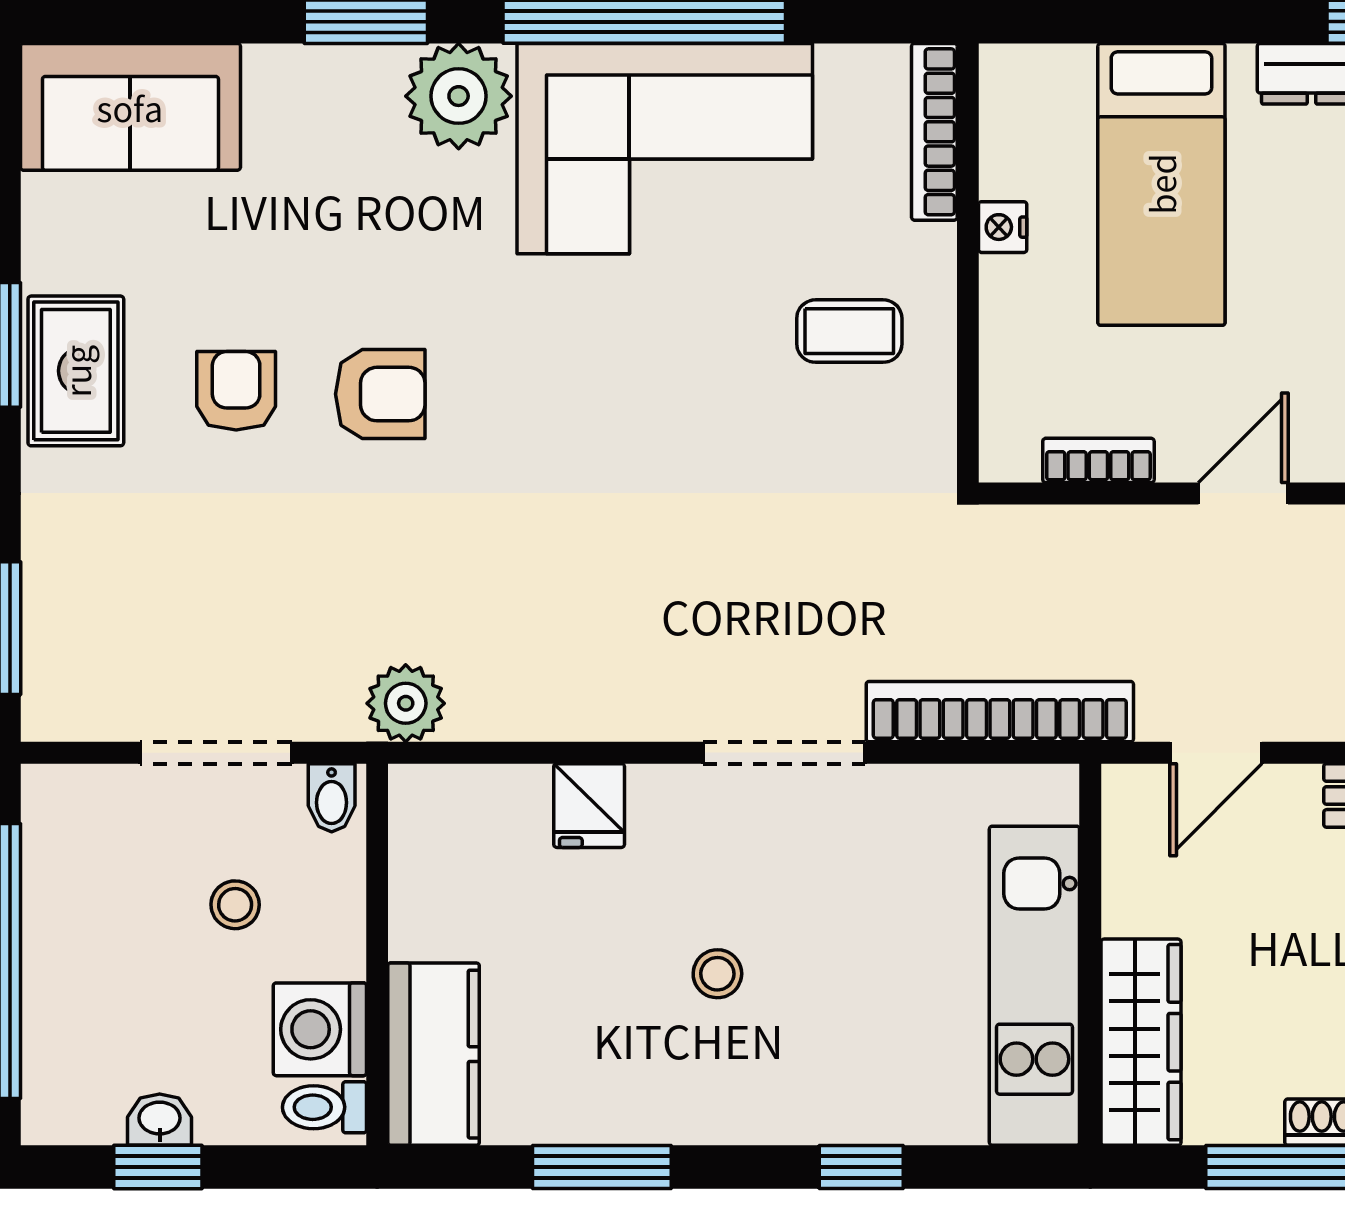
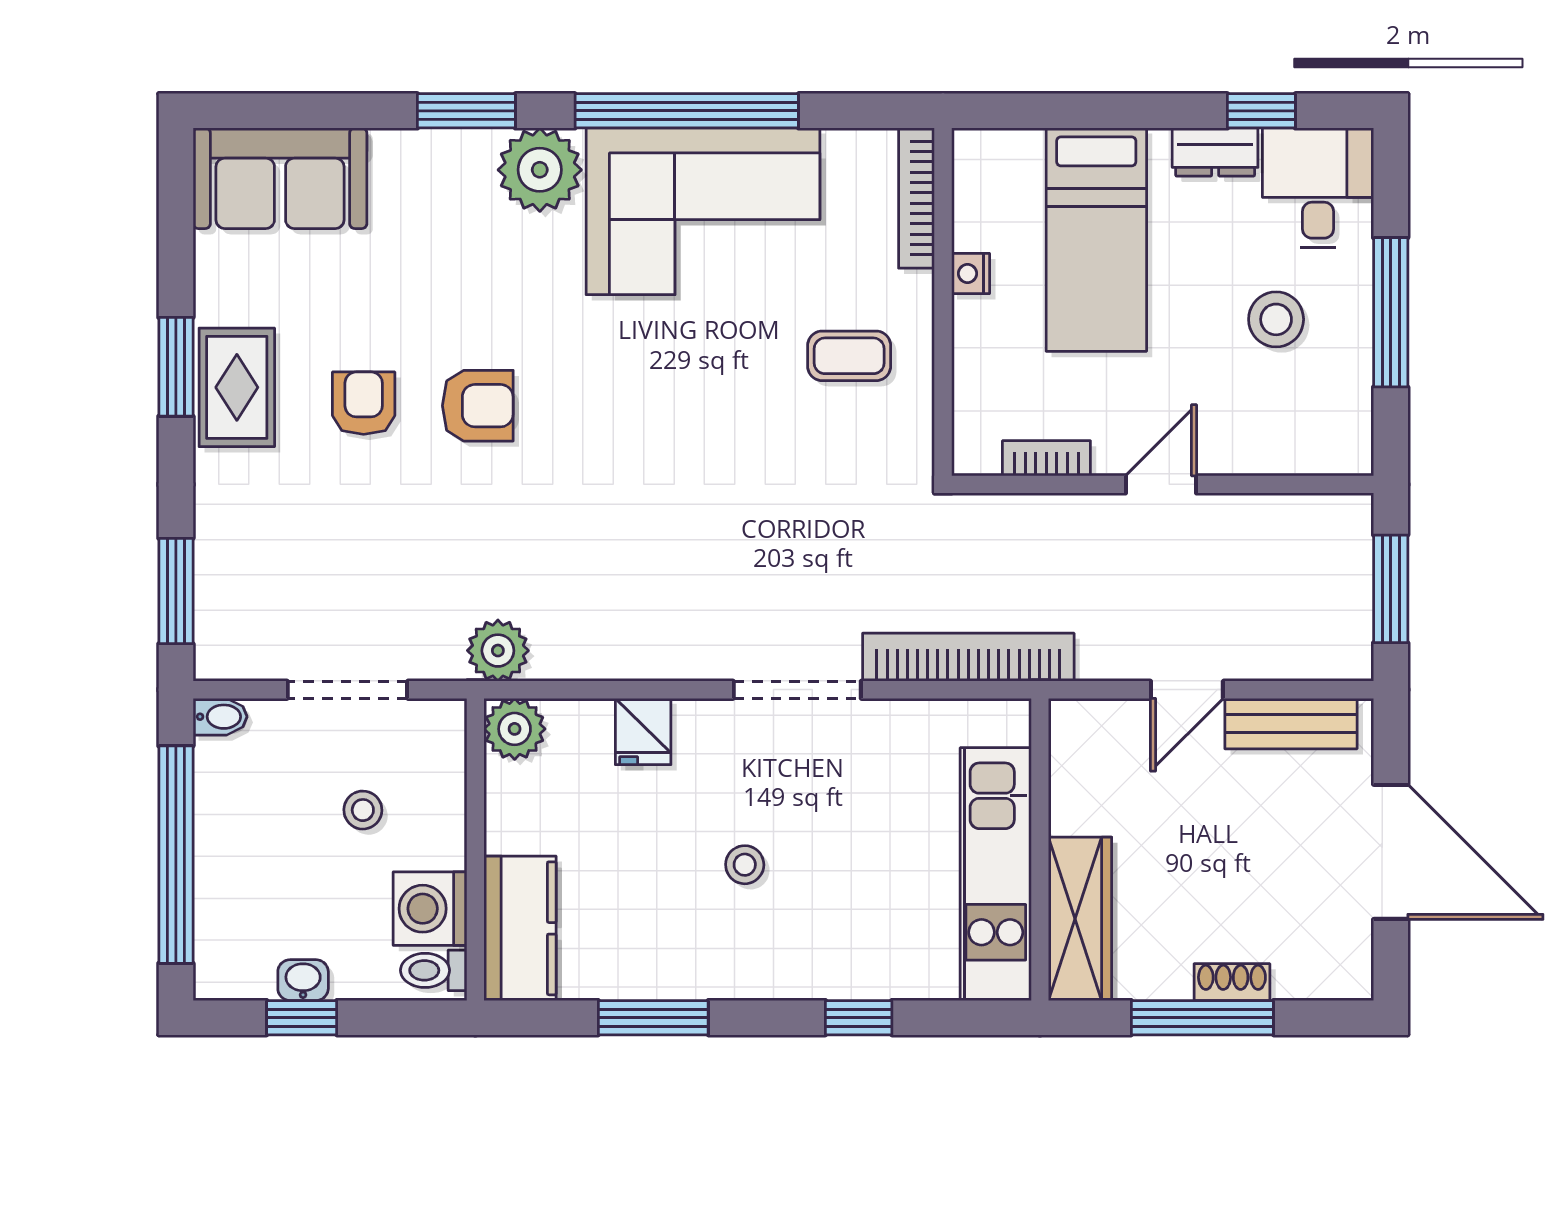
door: (1216, 753) -> (1187, 690), moved
bidet: (332, 798) -> (220, 717), moved, turned -90
plant: (427, 802) -> (515, 729), added

